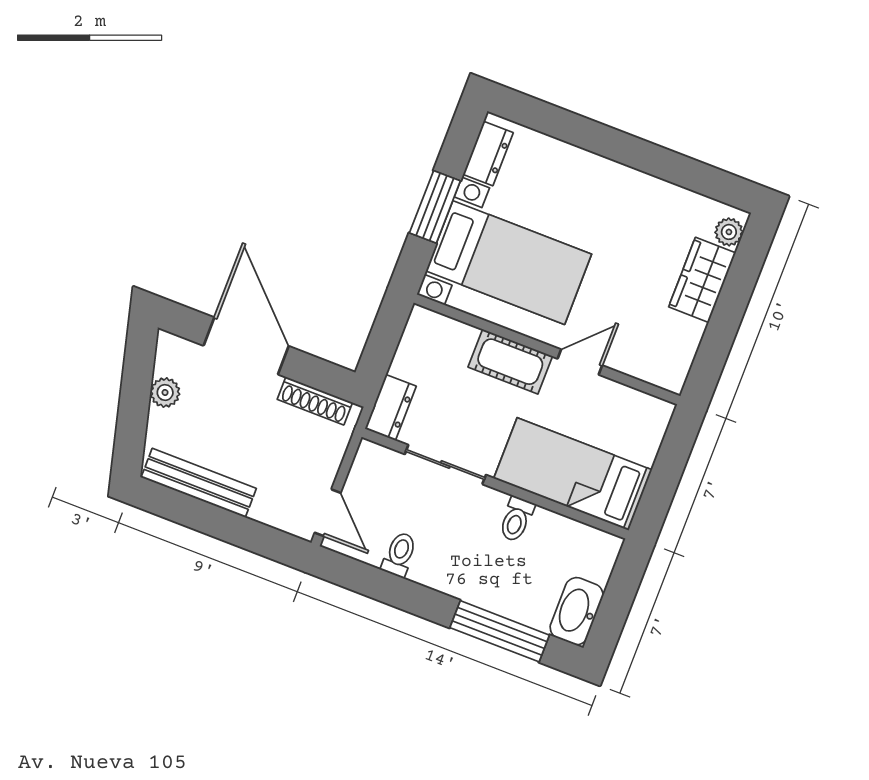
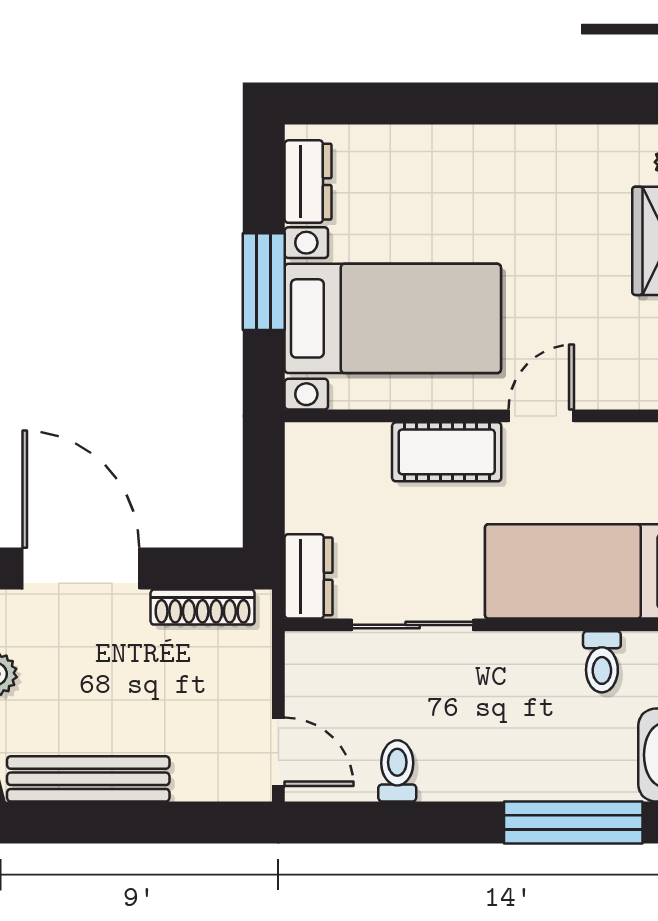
toilet: (516, 519) -> (602, 662), moved

